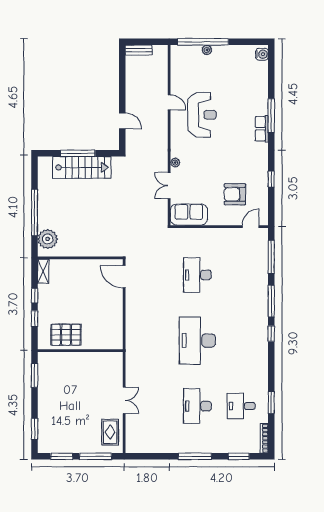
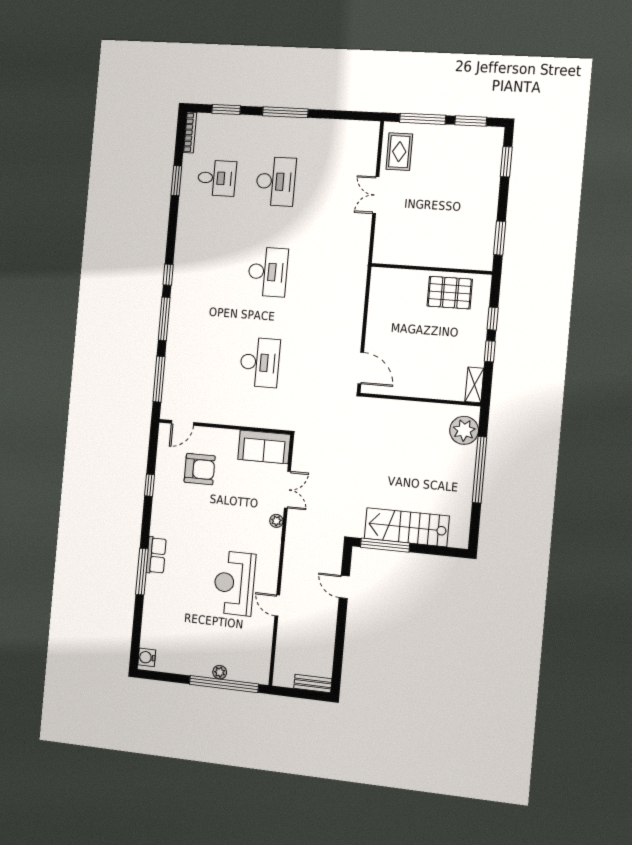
window: (78, 153) -> (385, 545), moved
desk: (197, 340) -> (268, 272), width x0.73, depth x0.77

